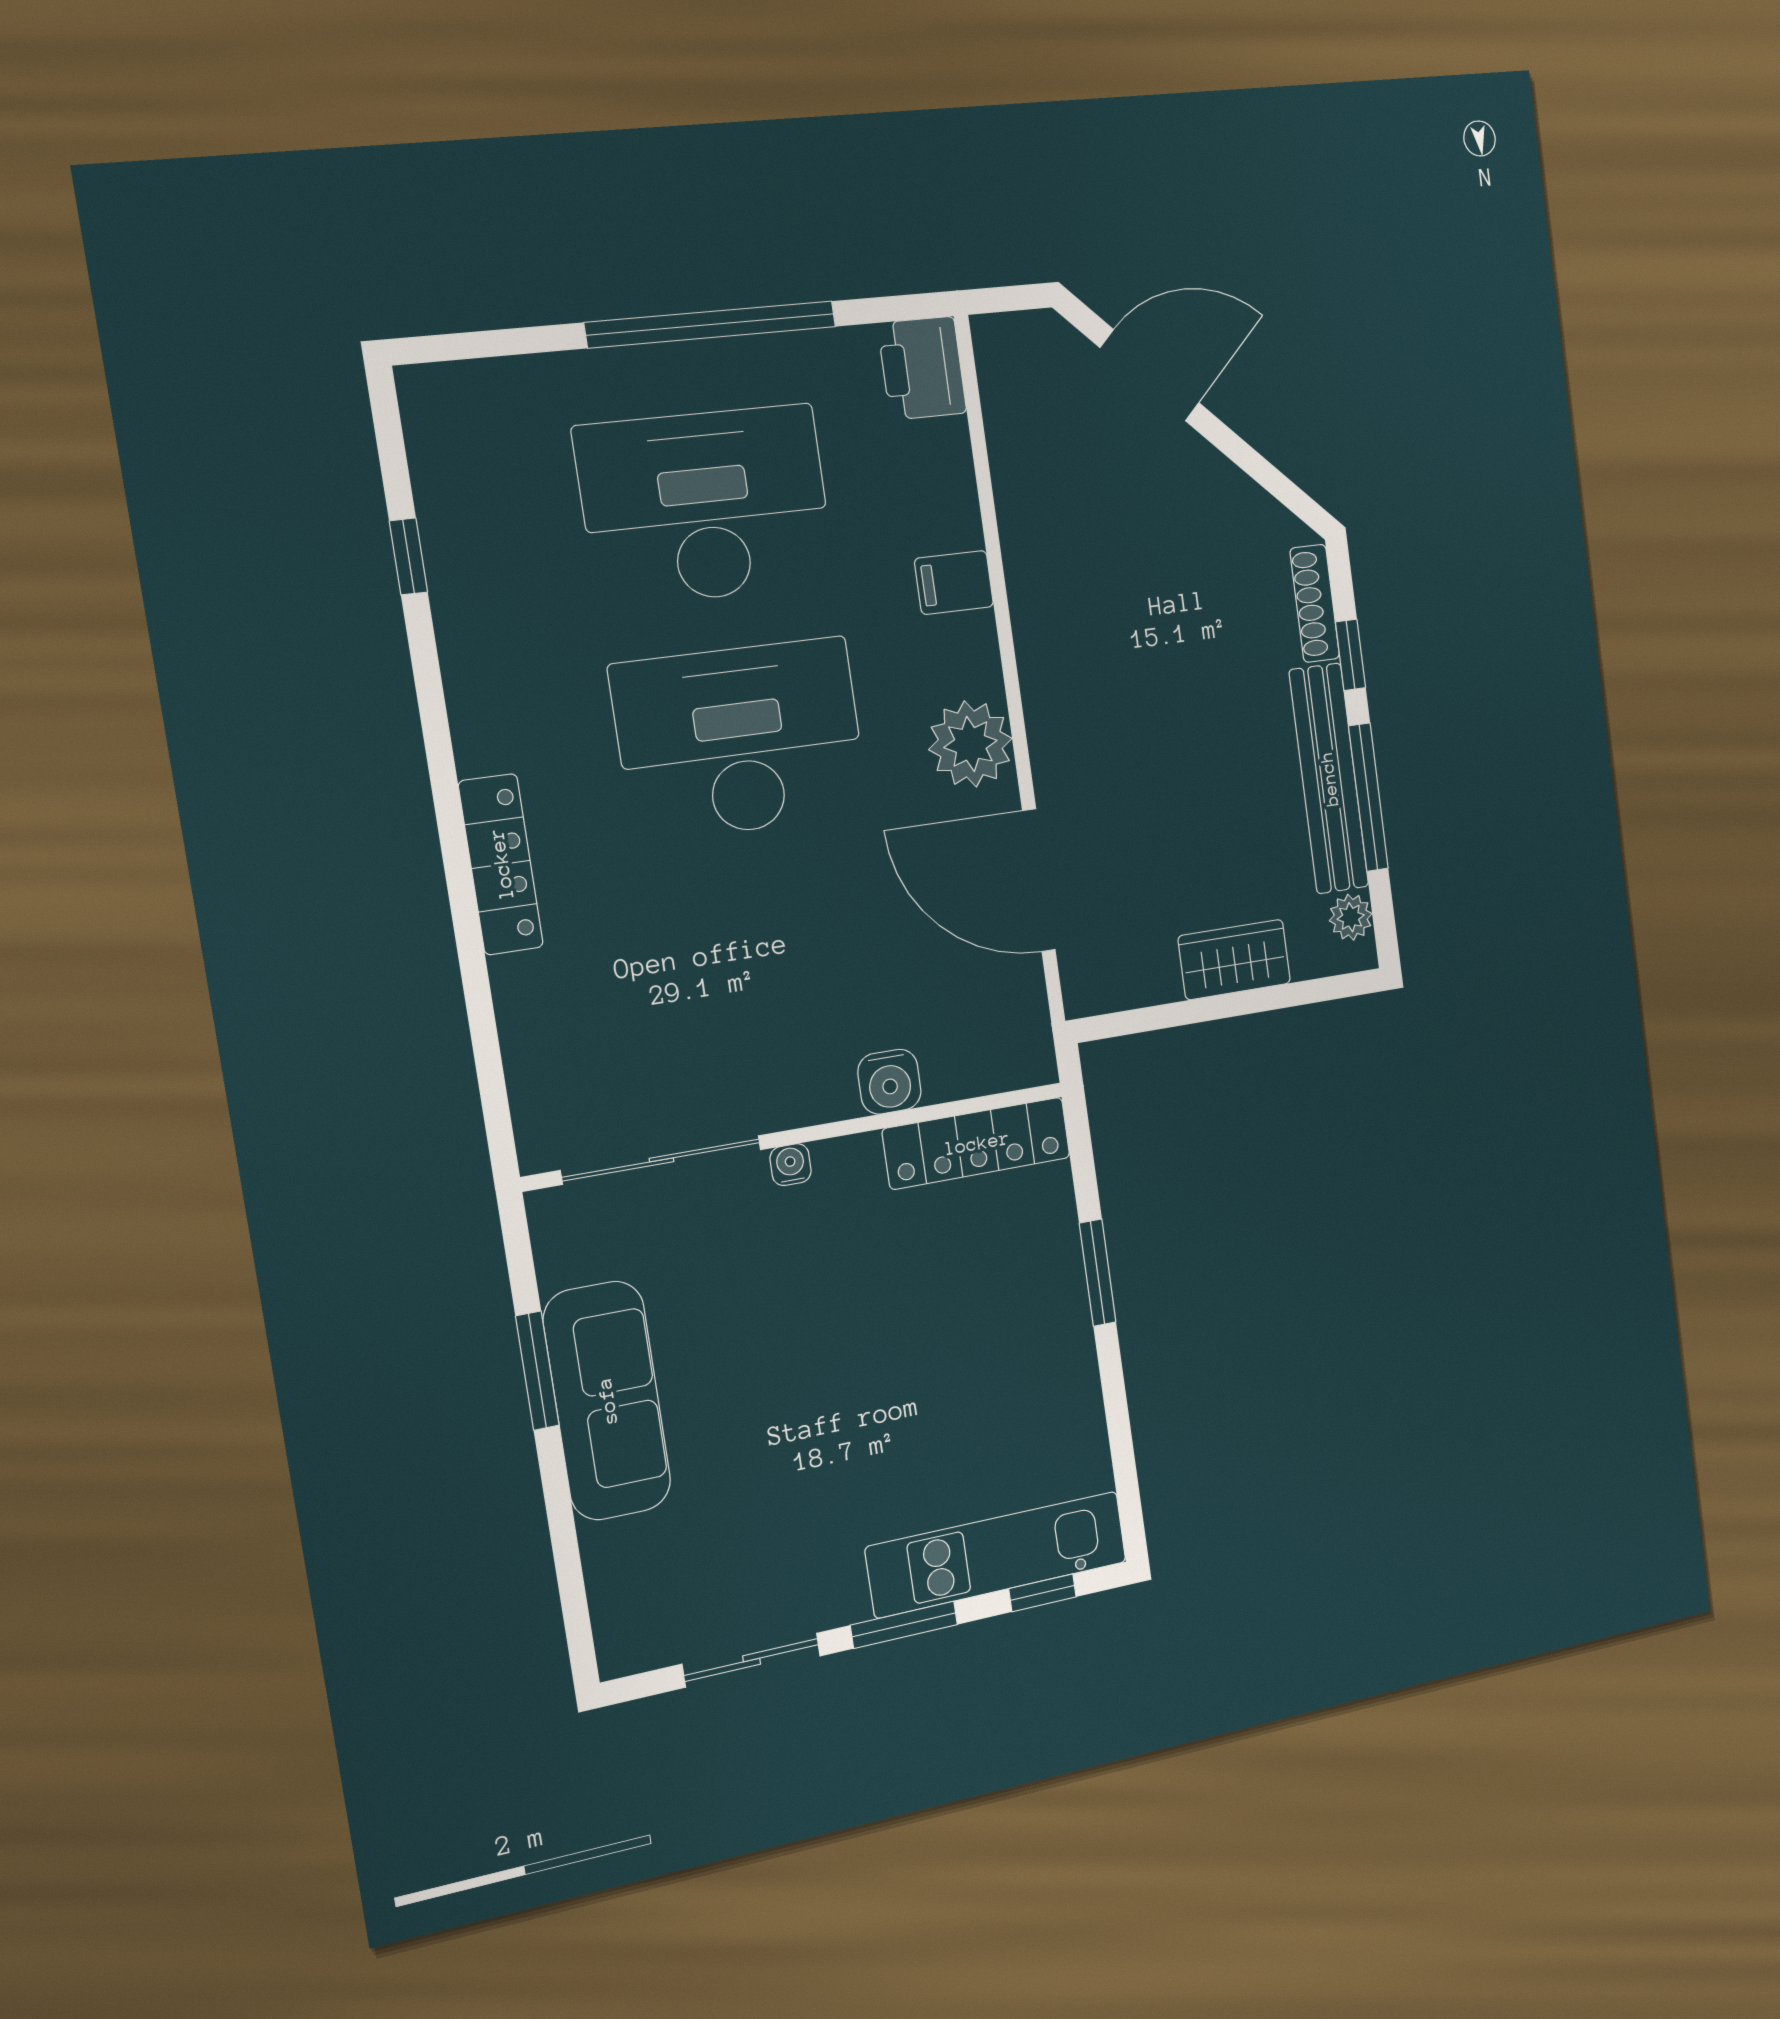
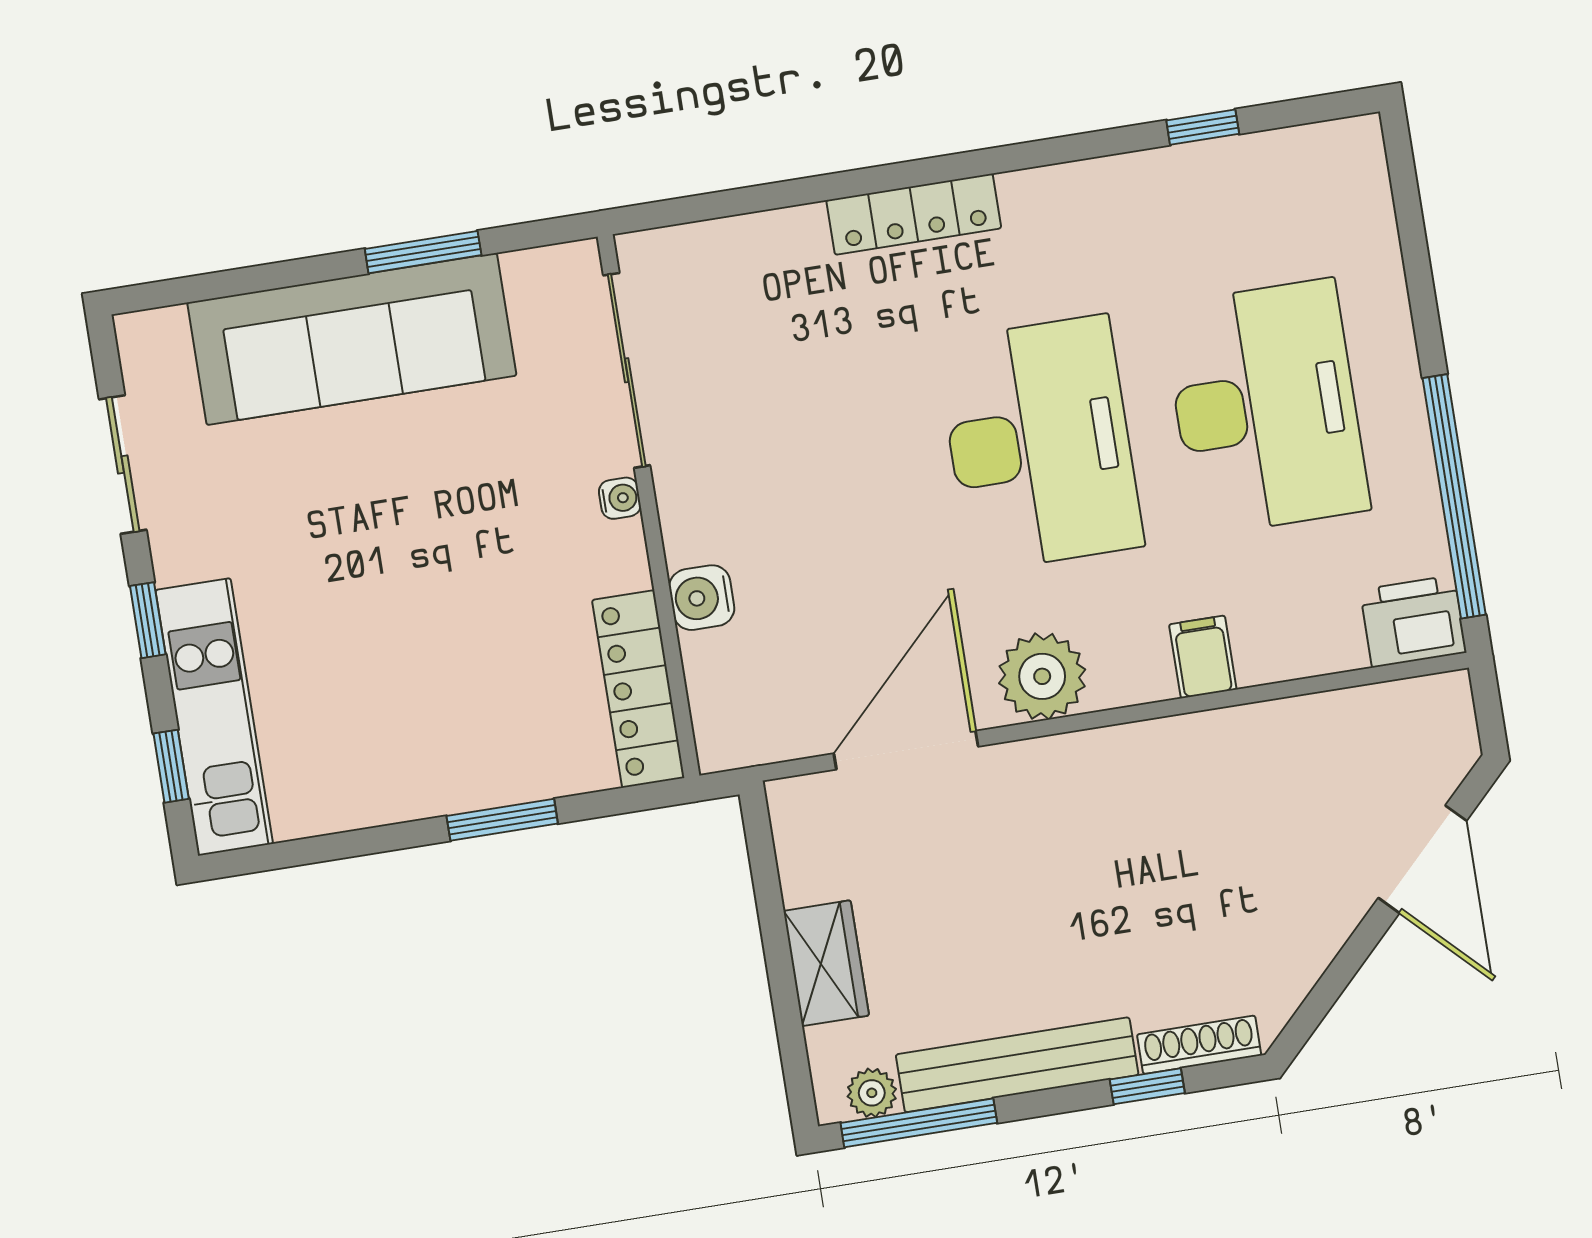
window: (711, 324) -> (1454, 496), moved
window: (1368, 797) -> (919, 1123), moved
sofa: (607, 1401) -> (352, 339), width x1.36, depth x1.27
window: (904, 1625) -> (148, 620), width x0.67

